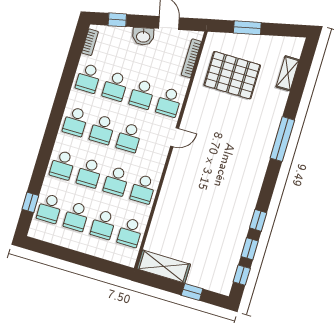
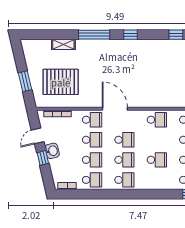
window: (117, 20) -> (43, 158), moved
shelving: (288, 73) -> (63, 44), moved
pallet: (232, 75) -> (61, 82), turned 90
door: (175, 137) -> (115, 109), width x1.88
school desk: (62, 165) -> (157, 180), removed
school desk: (116, 181) -> (157, 140), removed
window: (258, 220) -> (130, 35), moved

